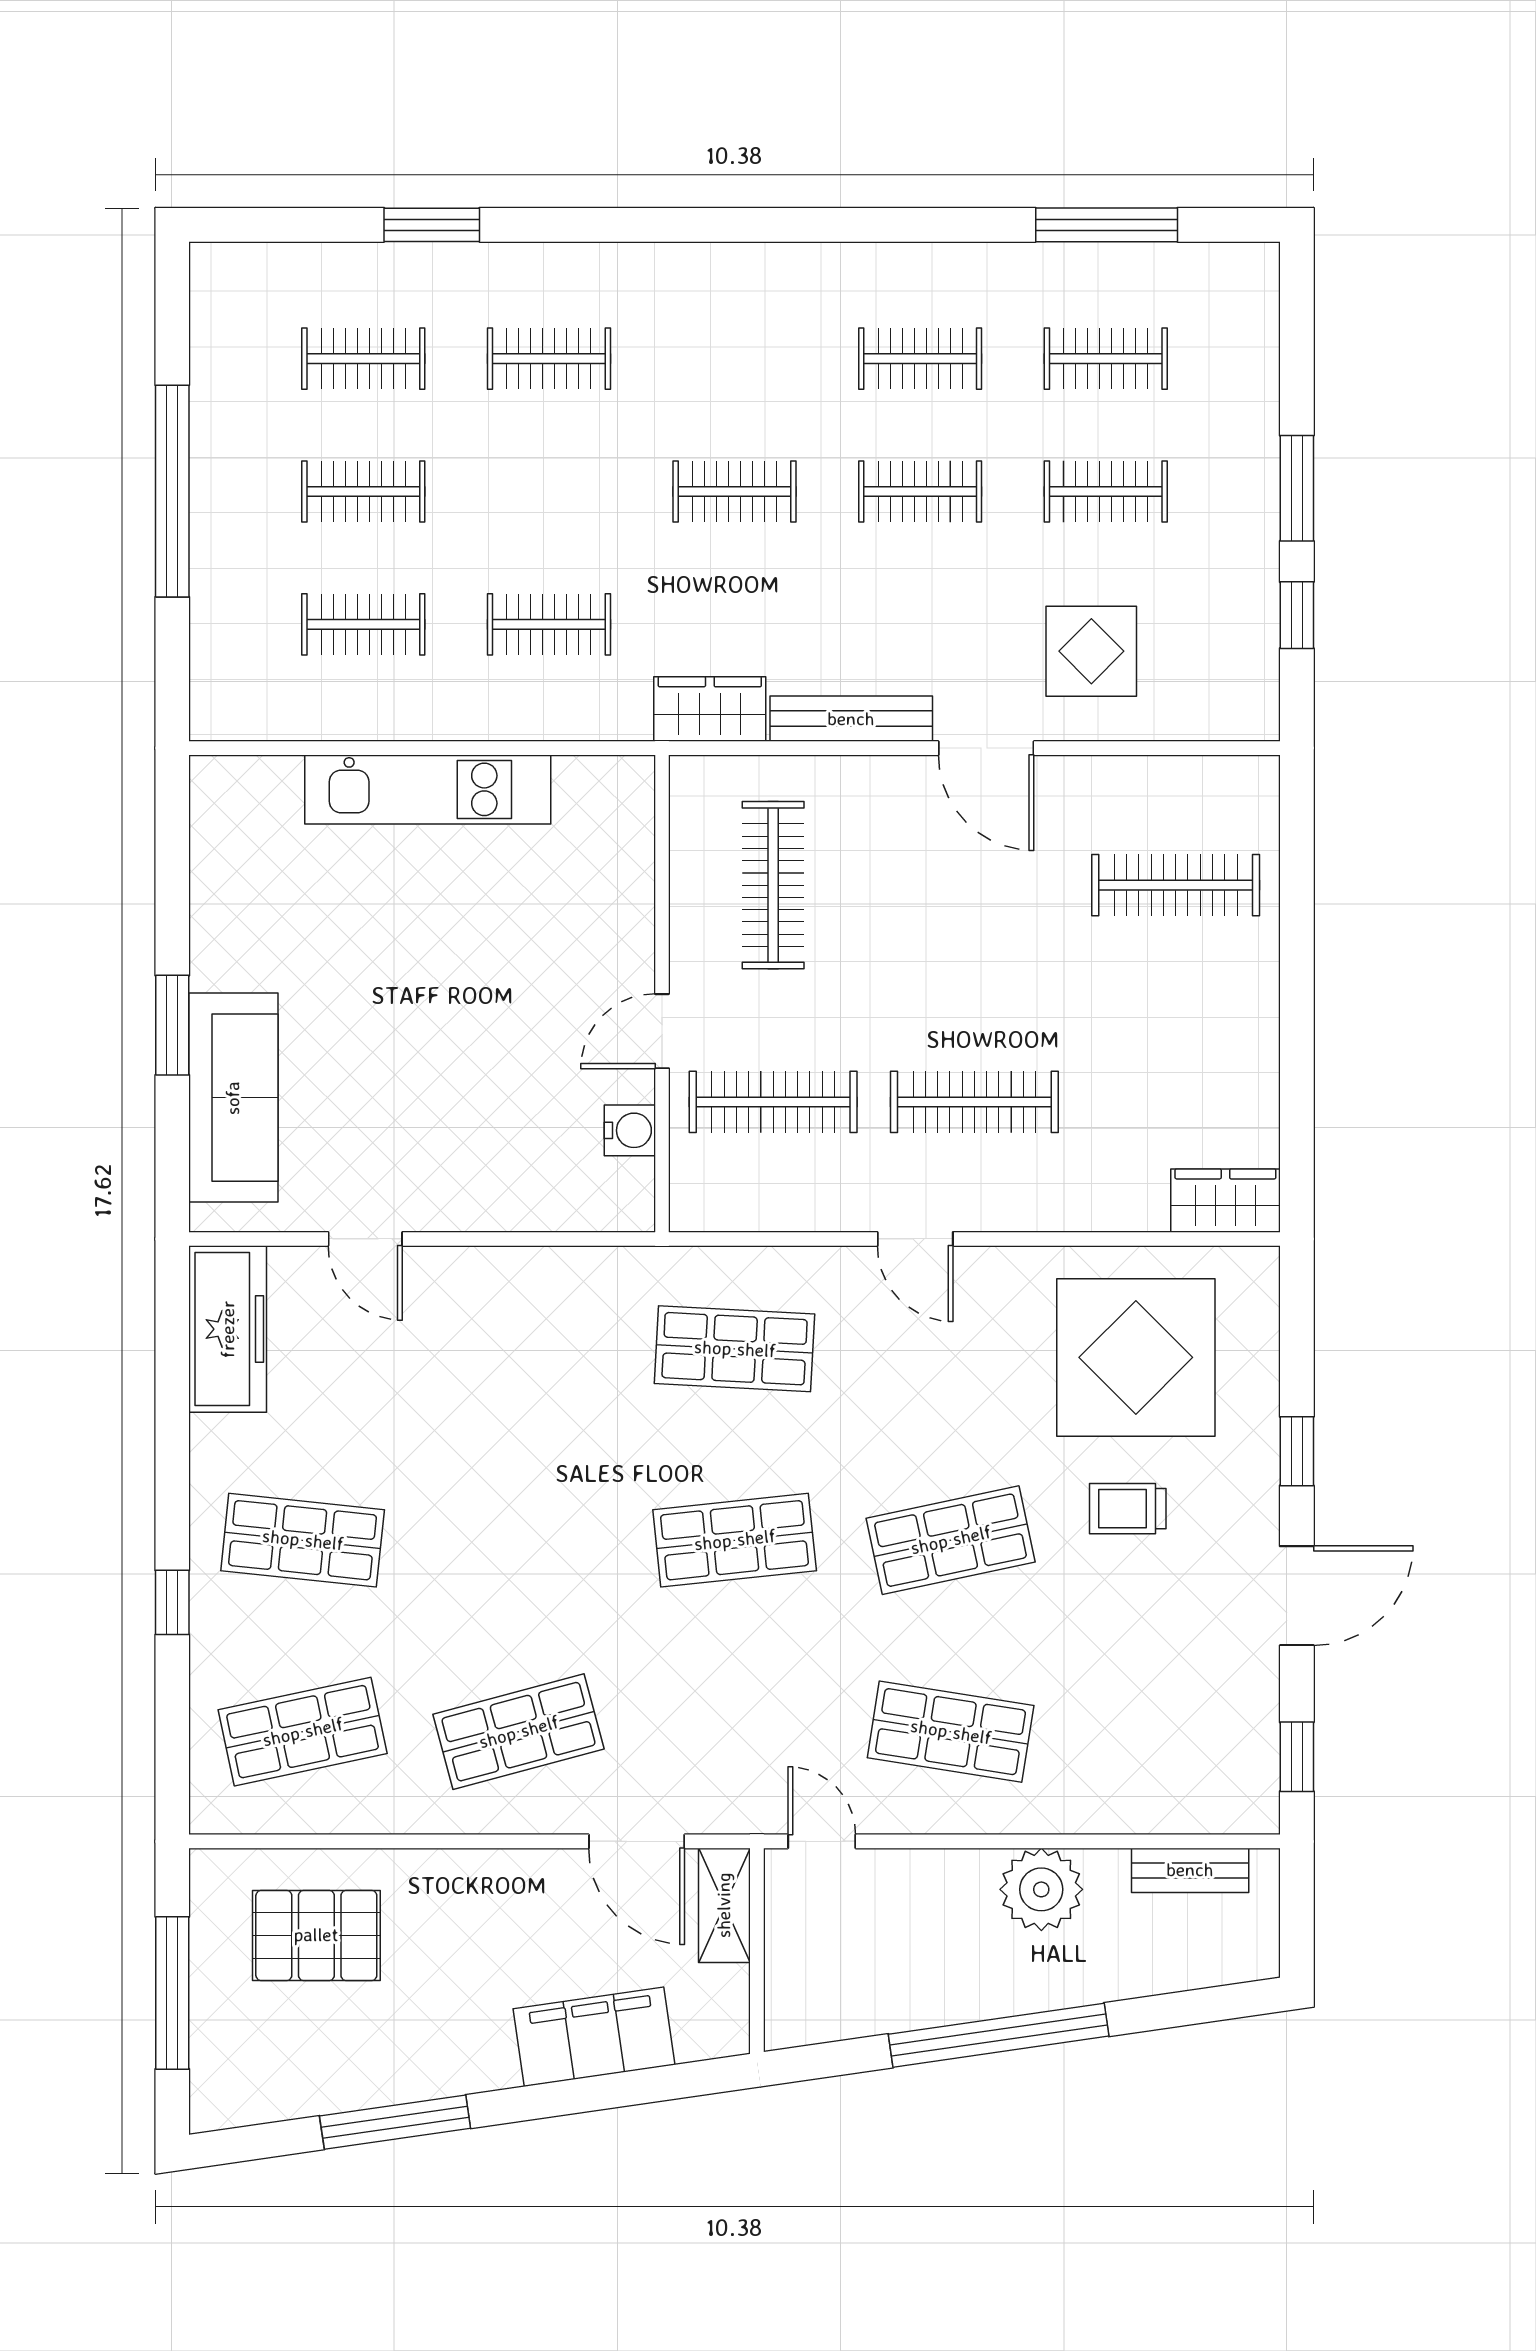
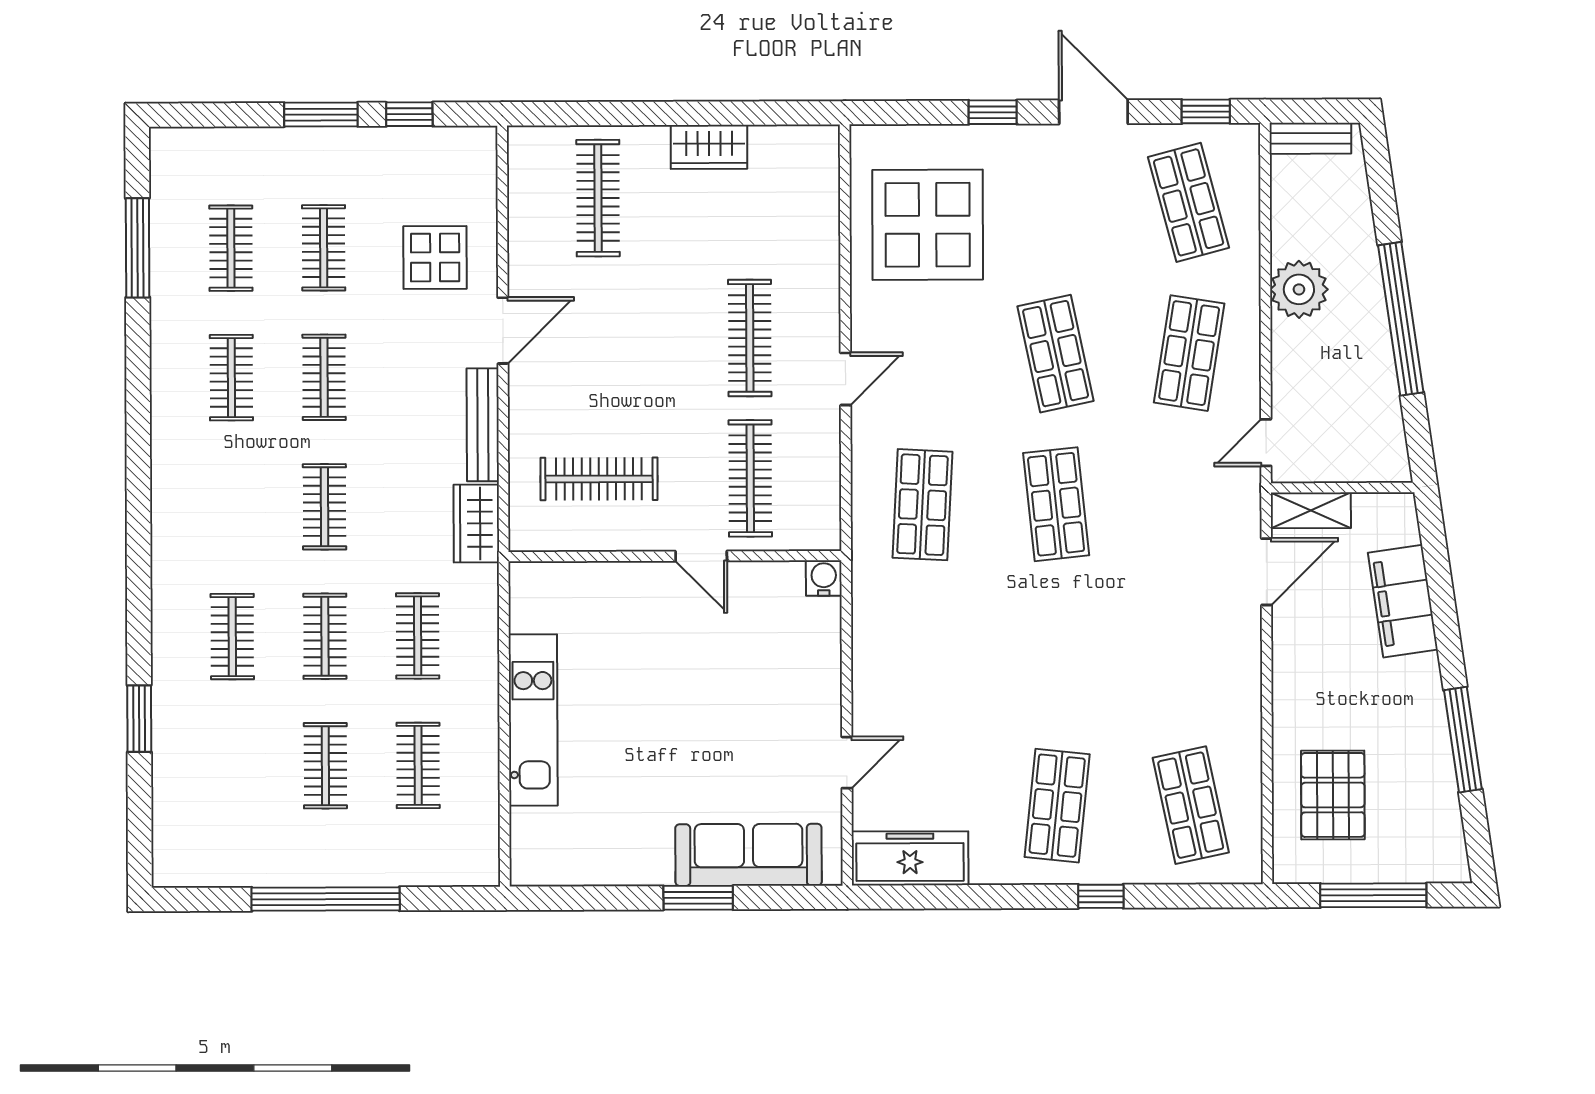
clothes rail: (363, 359) -> (325, 636), moved
water cooler: (630, 1130) -> (824, 578), moved
wardrobe: (1225, 1201) -> (709, 147), moved, turned -90
trolley: (1128, 1509) -> (1033, 230), removed
shop shelf: (519, 1732) -> (1189, 202), moved
bench: (1190, 1870) -> (1310, 138), moved, turned 90

